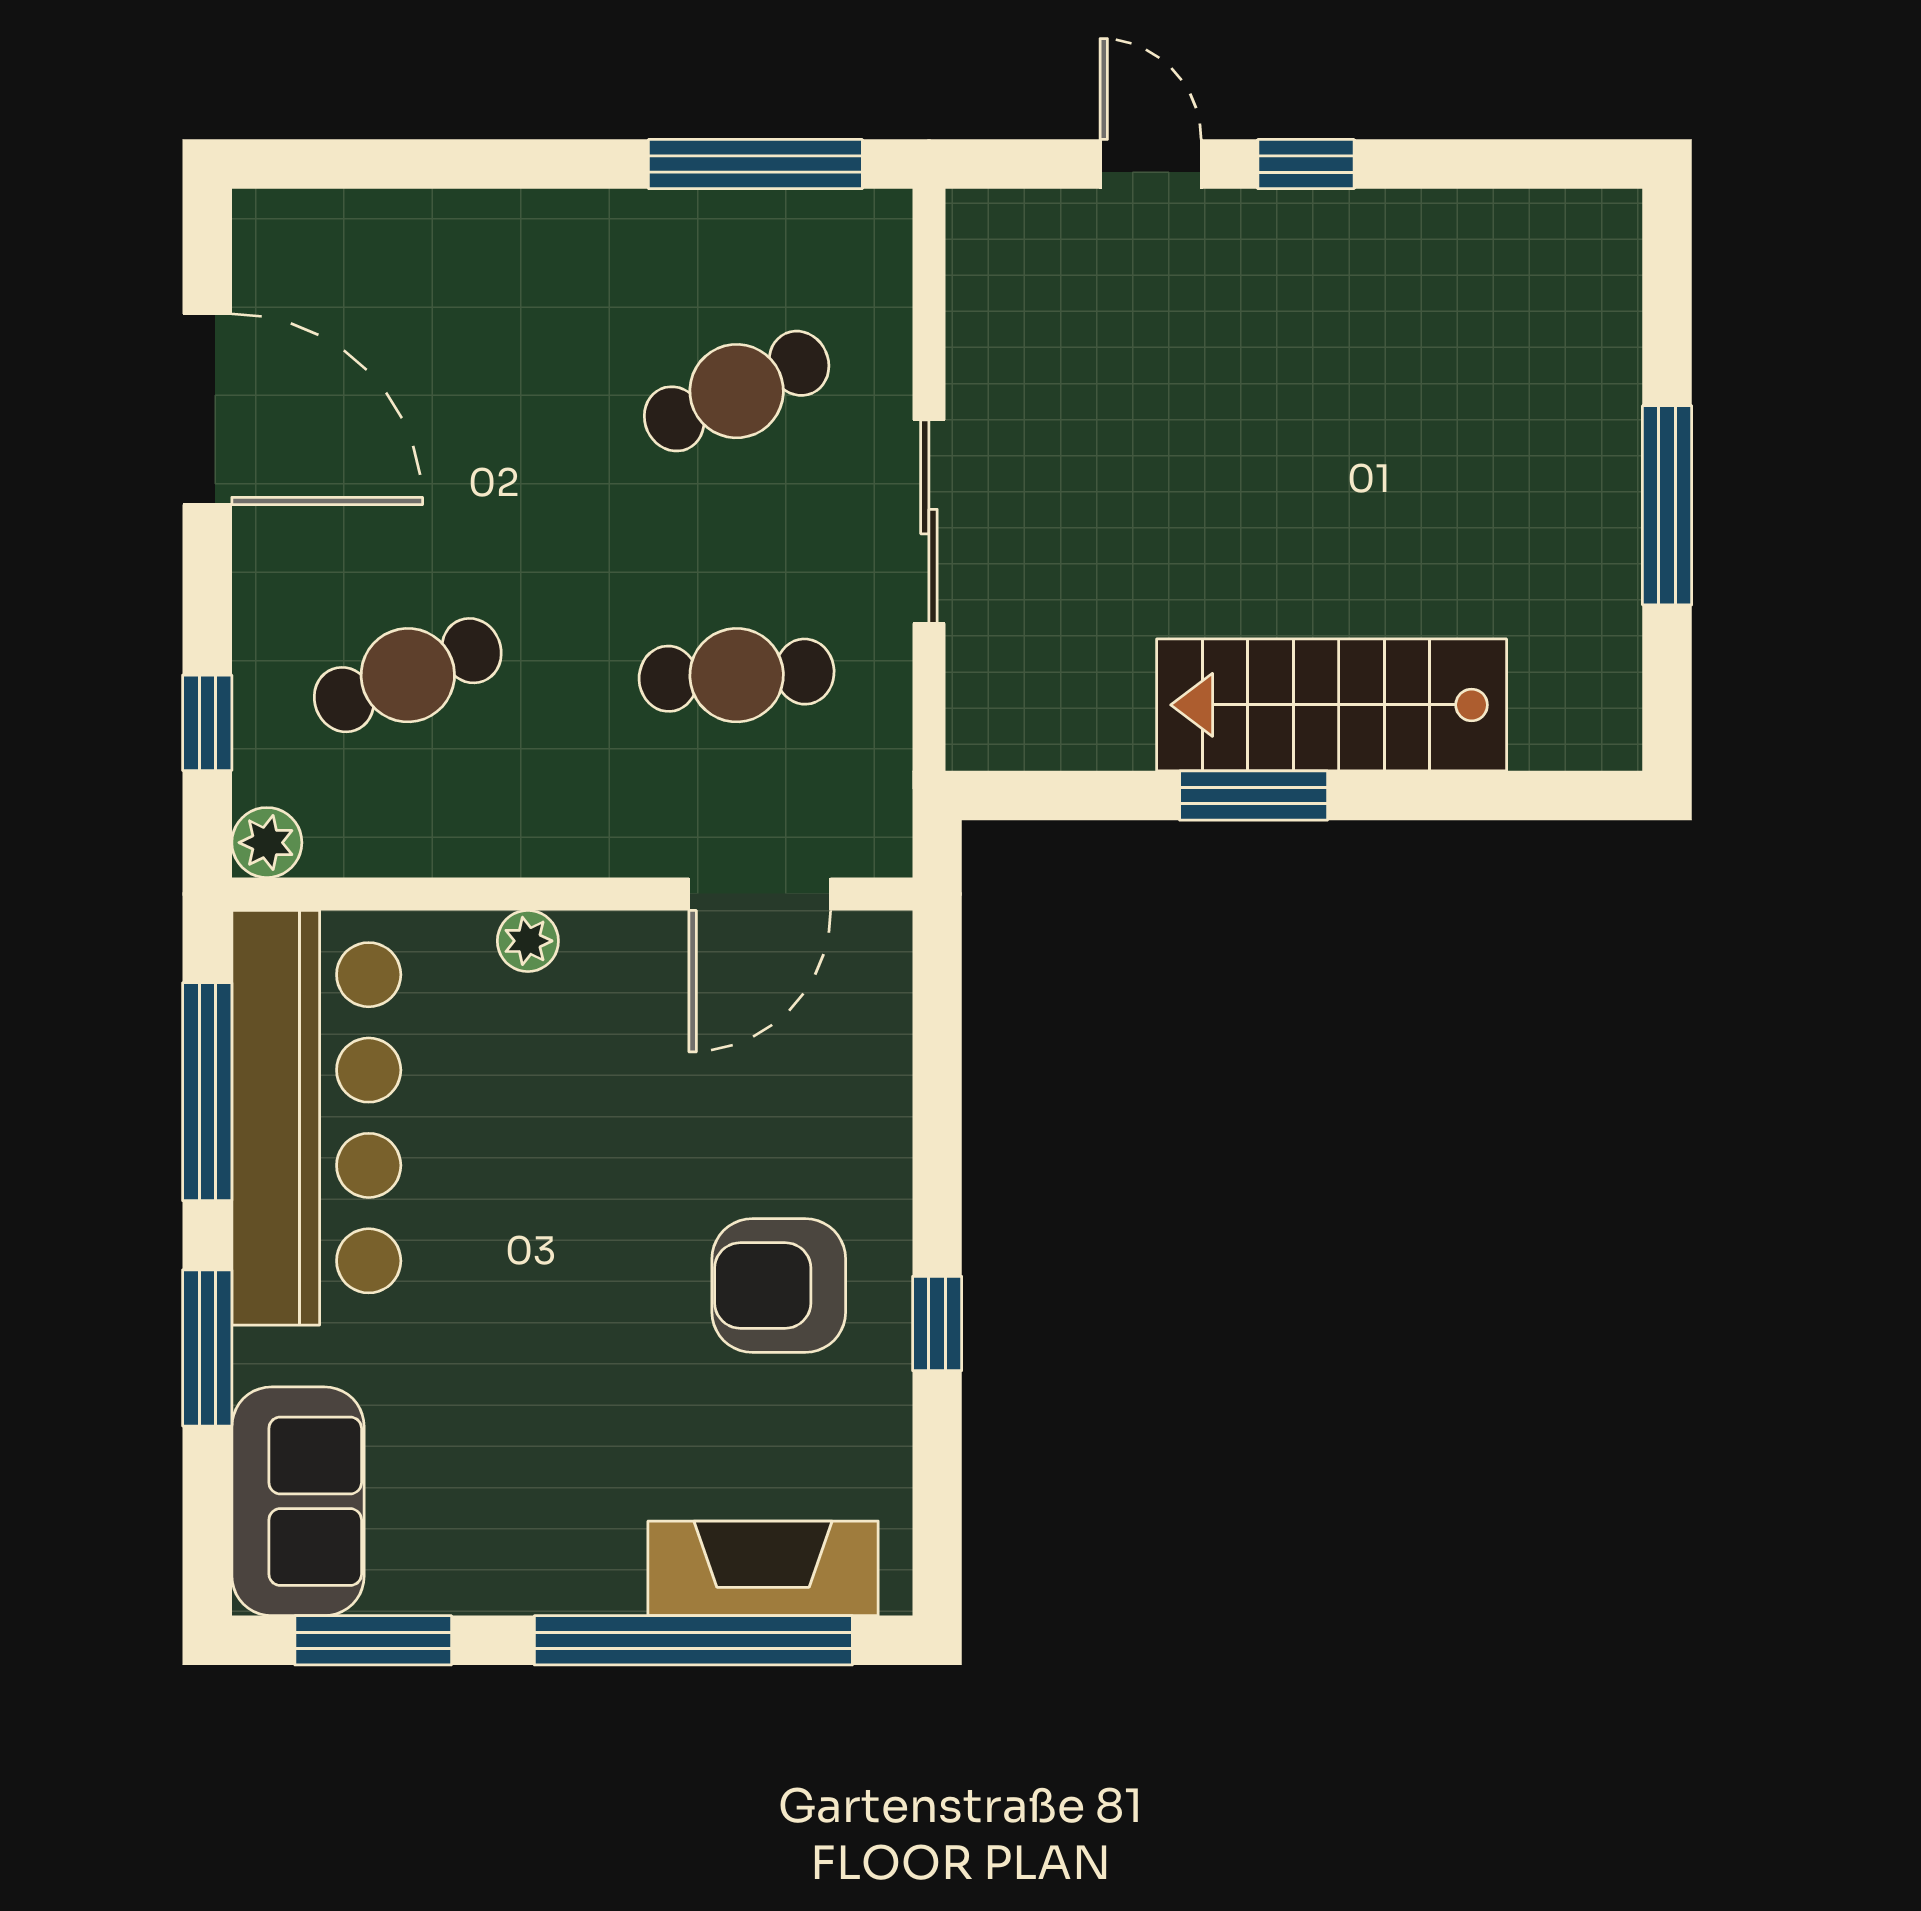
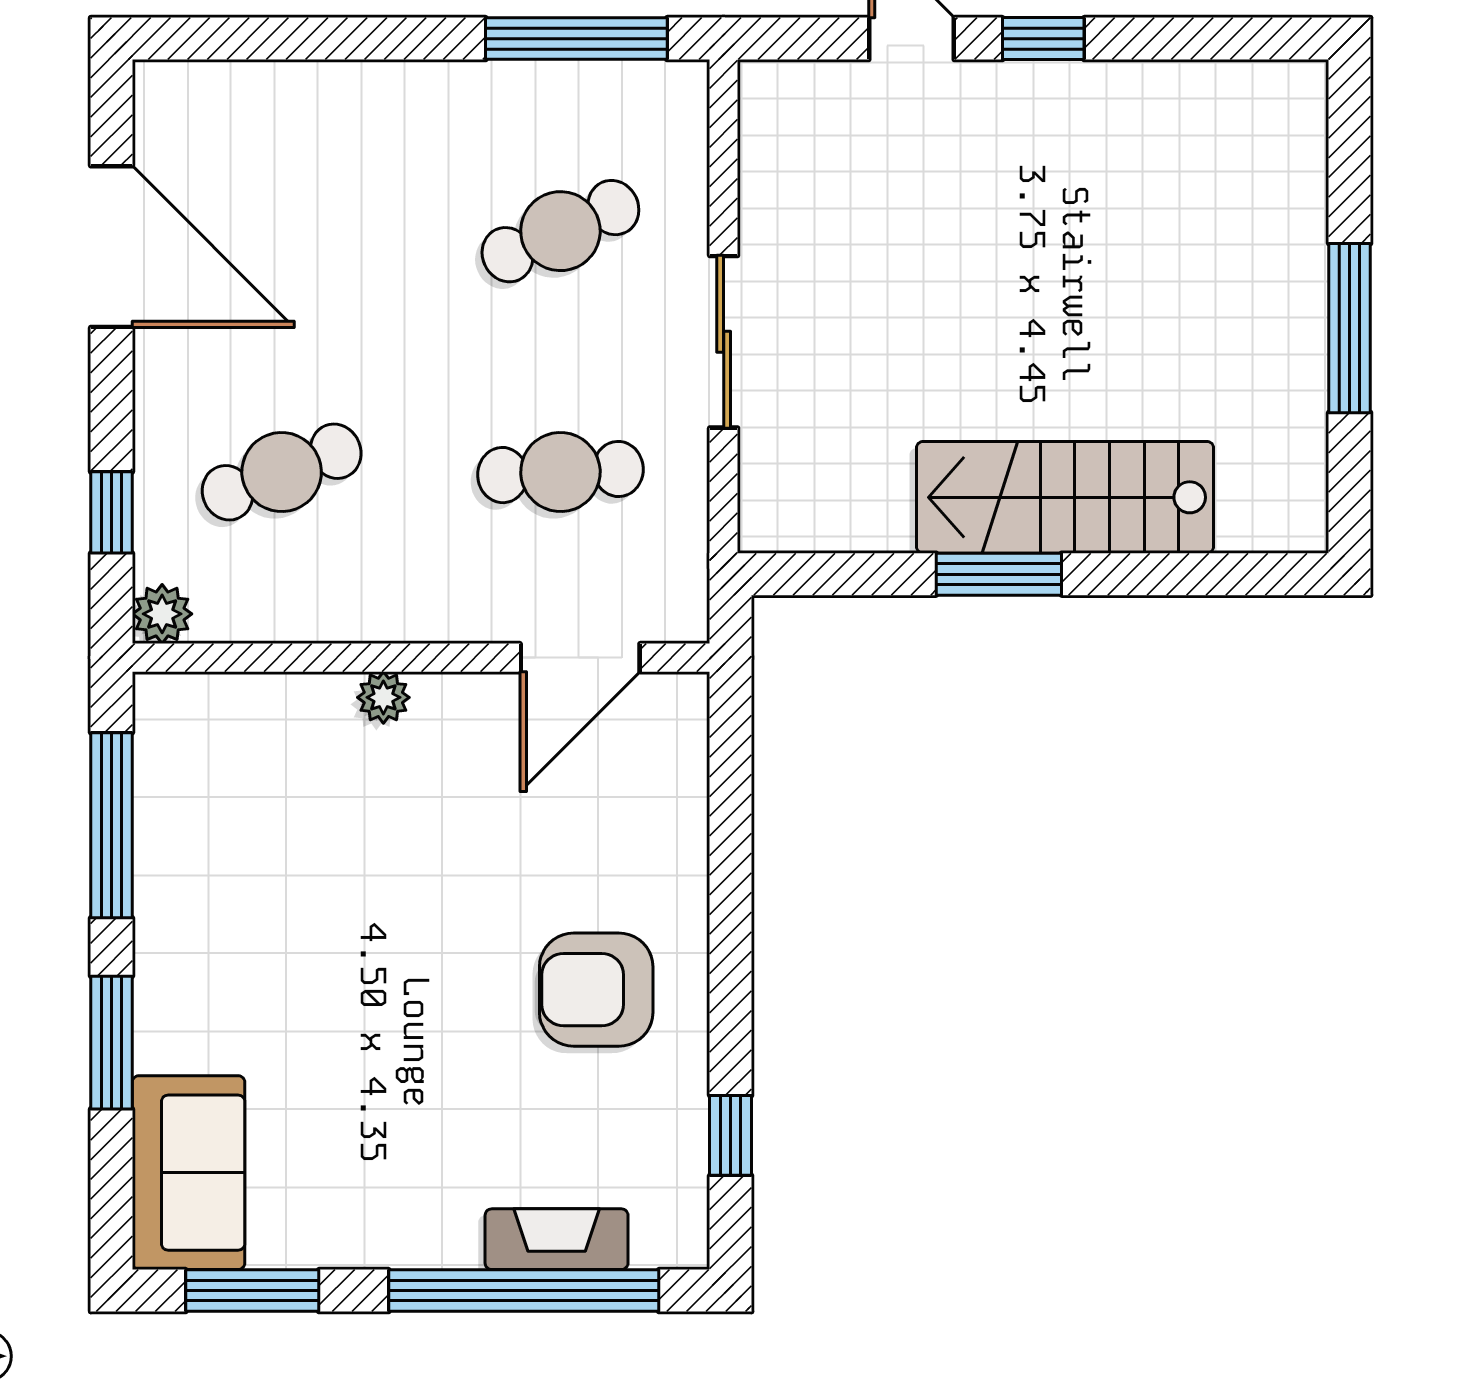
bar counter: (316, 1118) -> (204, 847), removed
window: (937, 1324) -> (731, 1135), moved
fireplace: (763, 1568) -> (557, 1239), width x0.73, depth x0.76

